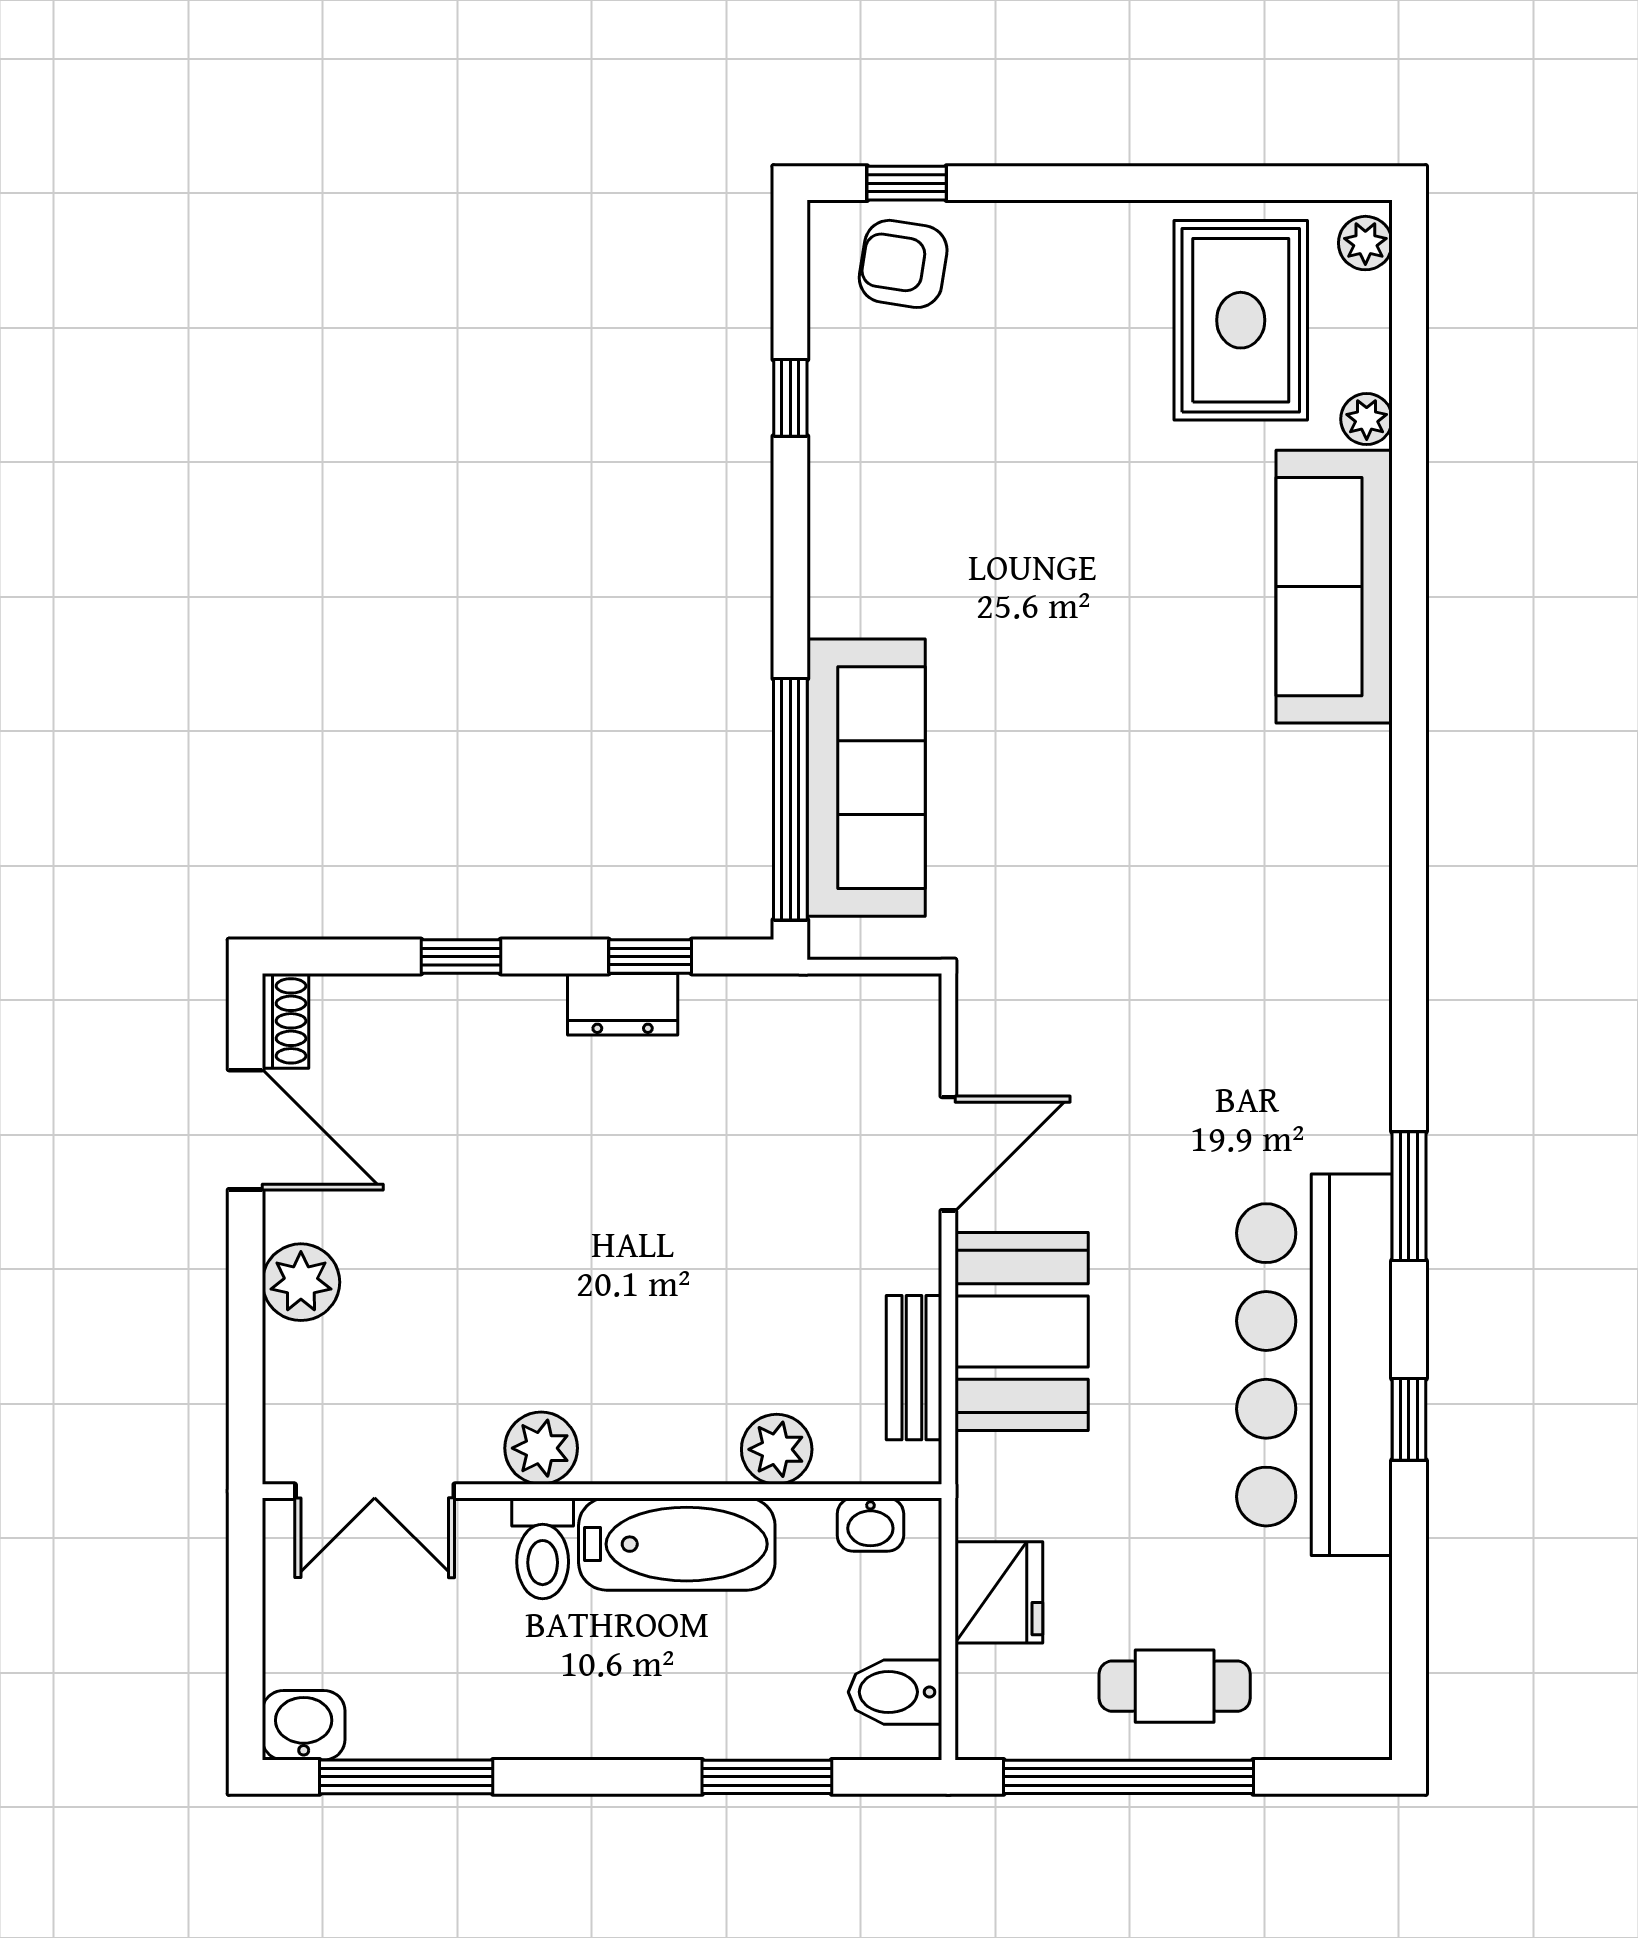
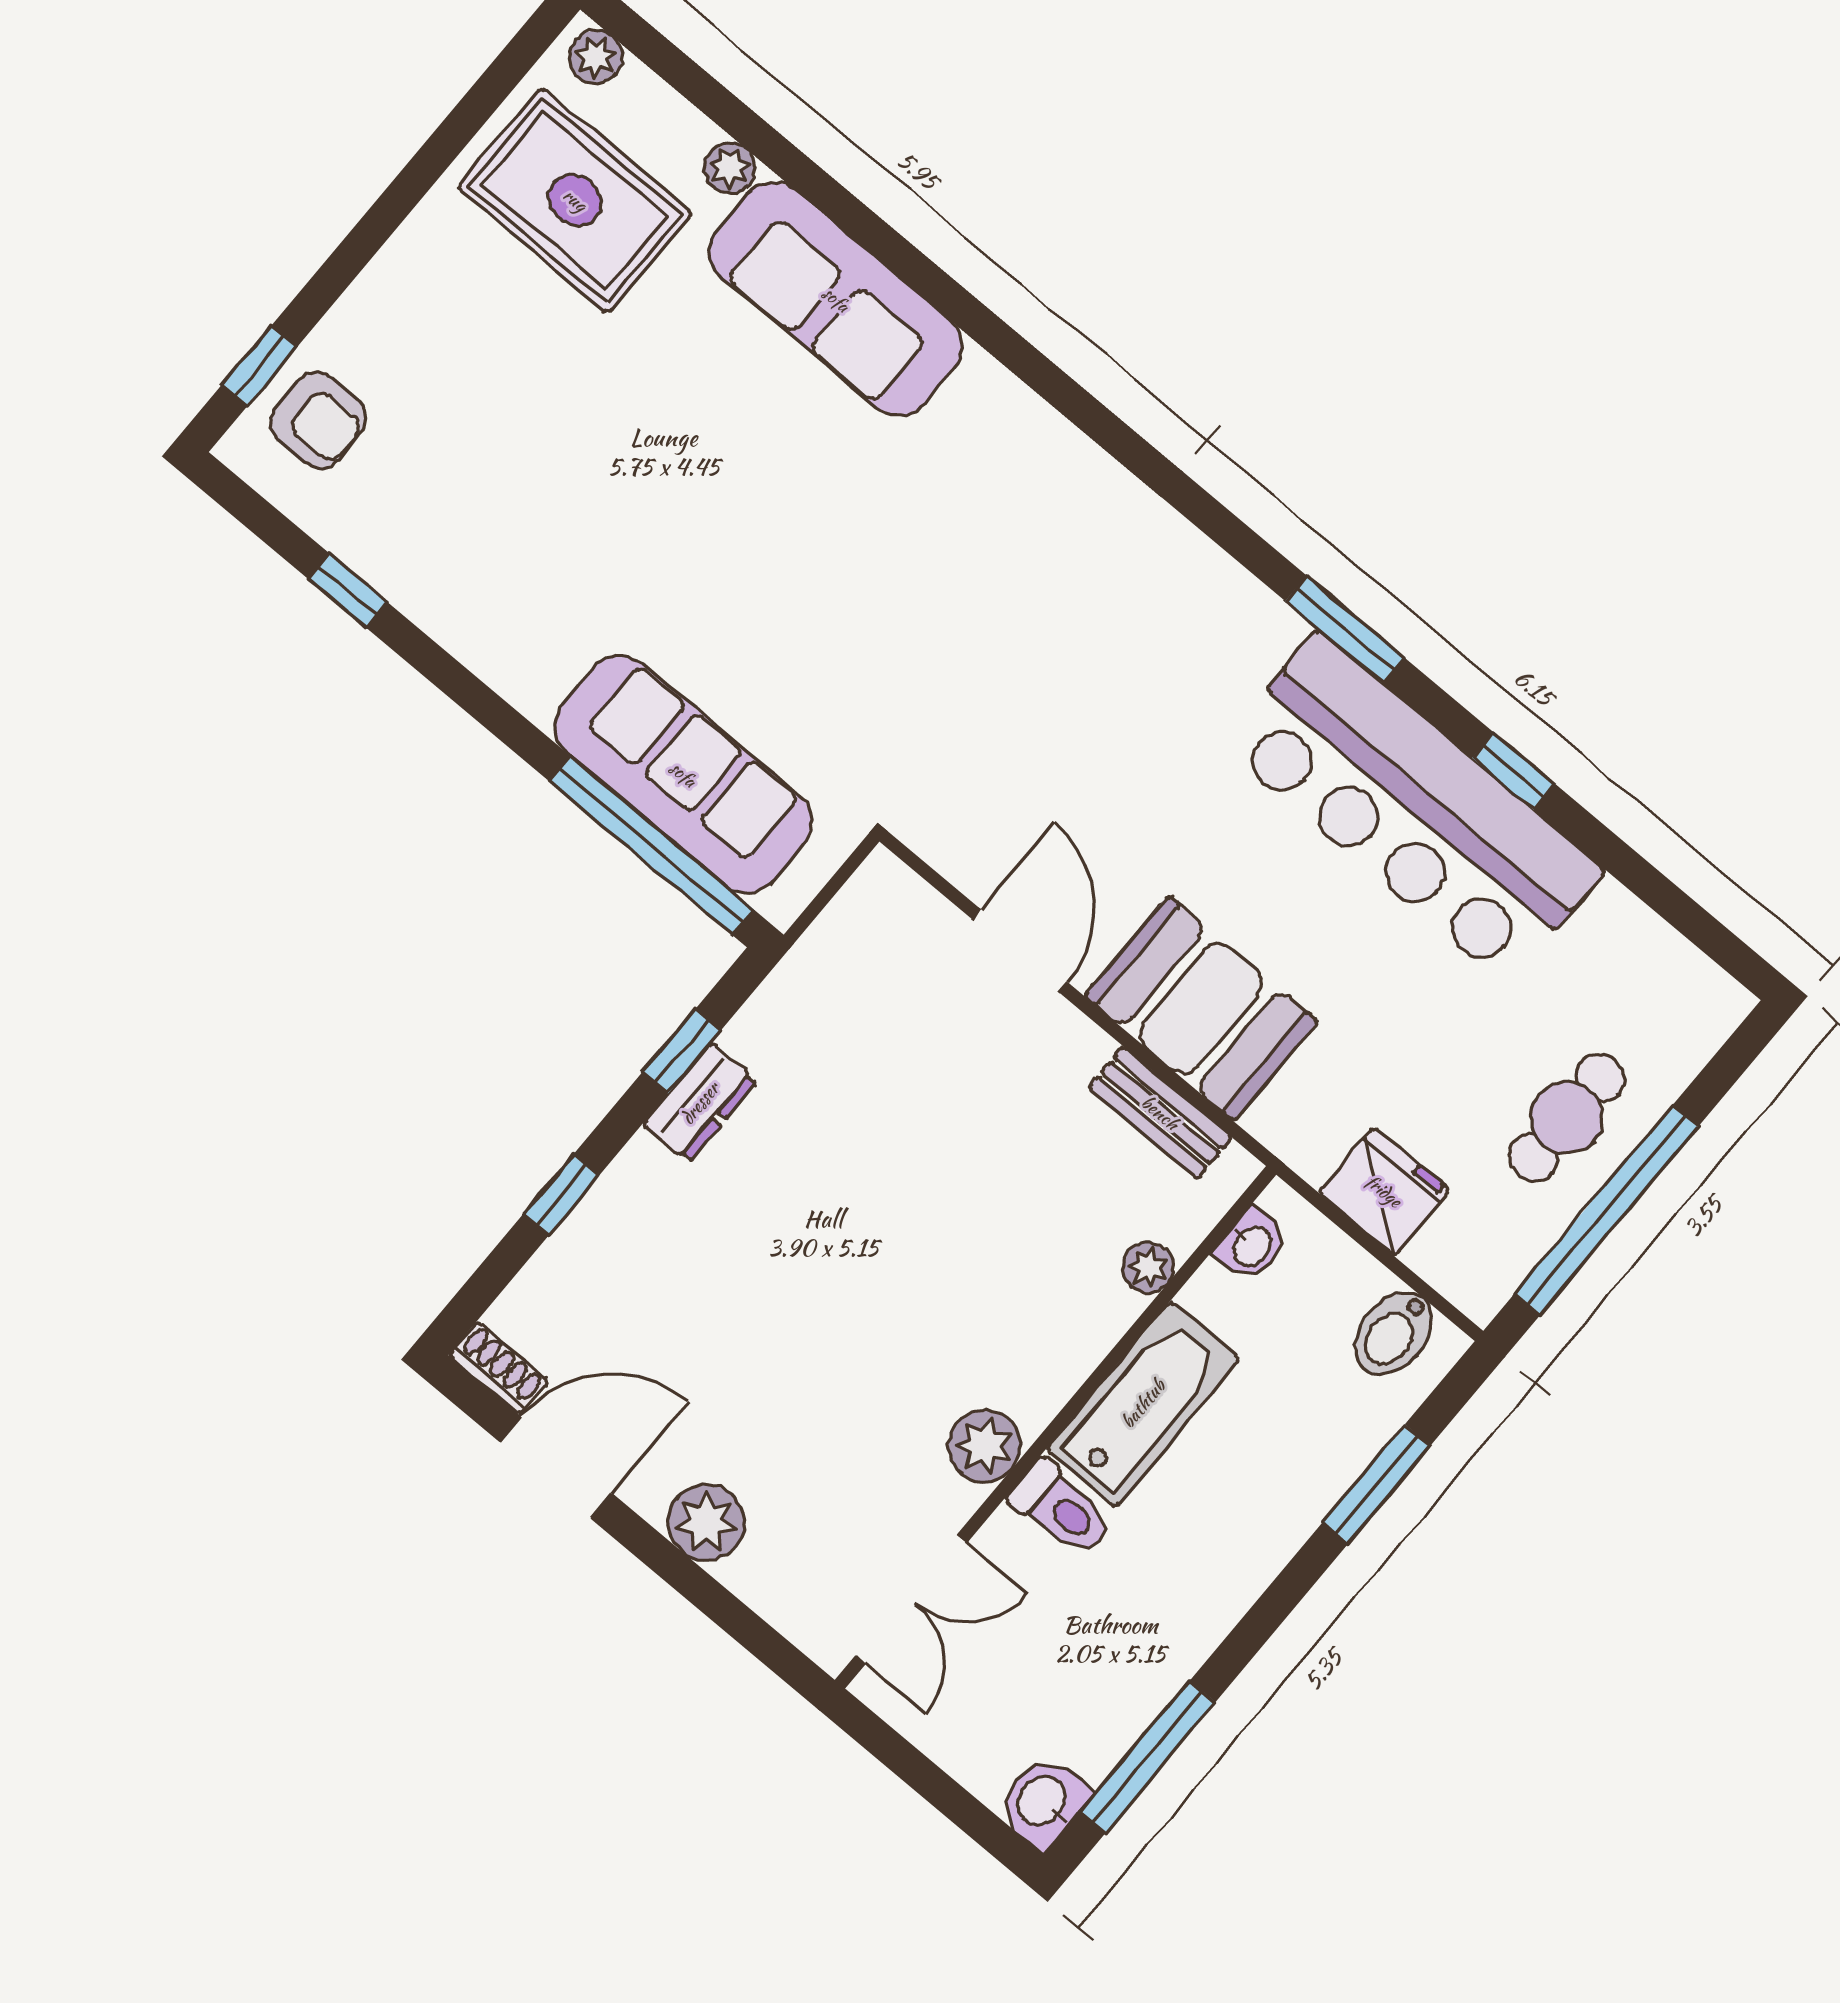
armchair: (903, 264) -> (318, 420), turned -99
plant: (777, 1449) -> (1148, 1267), width x0.73, depth x0.73

